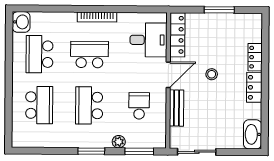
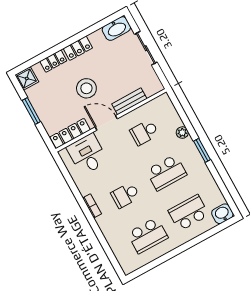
bookcase: (97, 17) -> (92, 206), width x0.64
washbasin: (21, 22) -> (222, 214), moved
shower: (253, 23) -> (27, 78), added
school desk: (89, 54) -> (125, 195), width x0.54
stool: (212, 74) -> (86, 88), width x1.89, depth x1.89
window: (139, 151) -> (181, 112), removed
sliding door: (197, 152) -> (146, 48), moved

